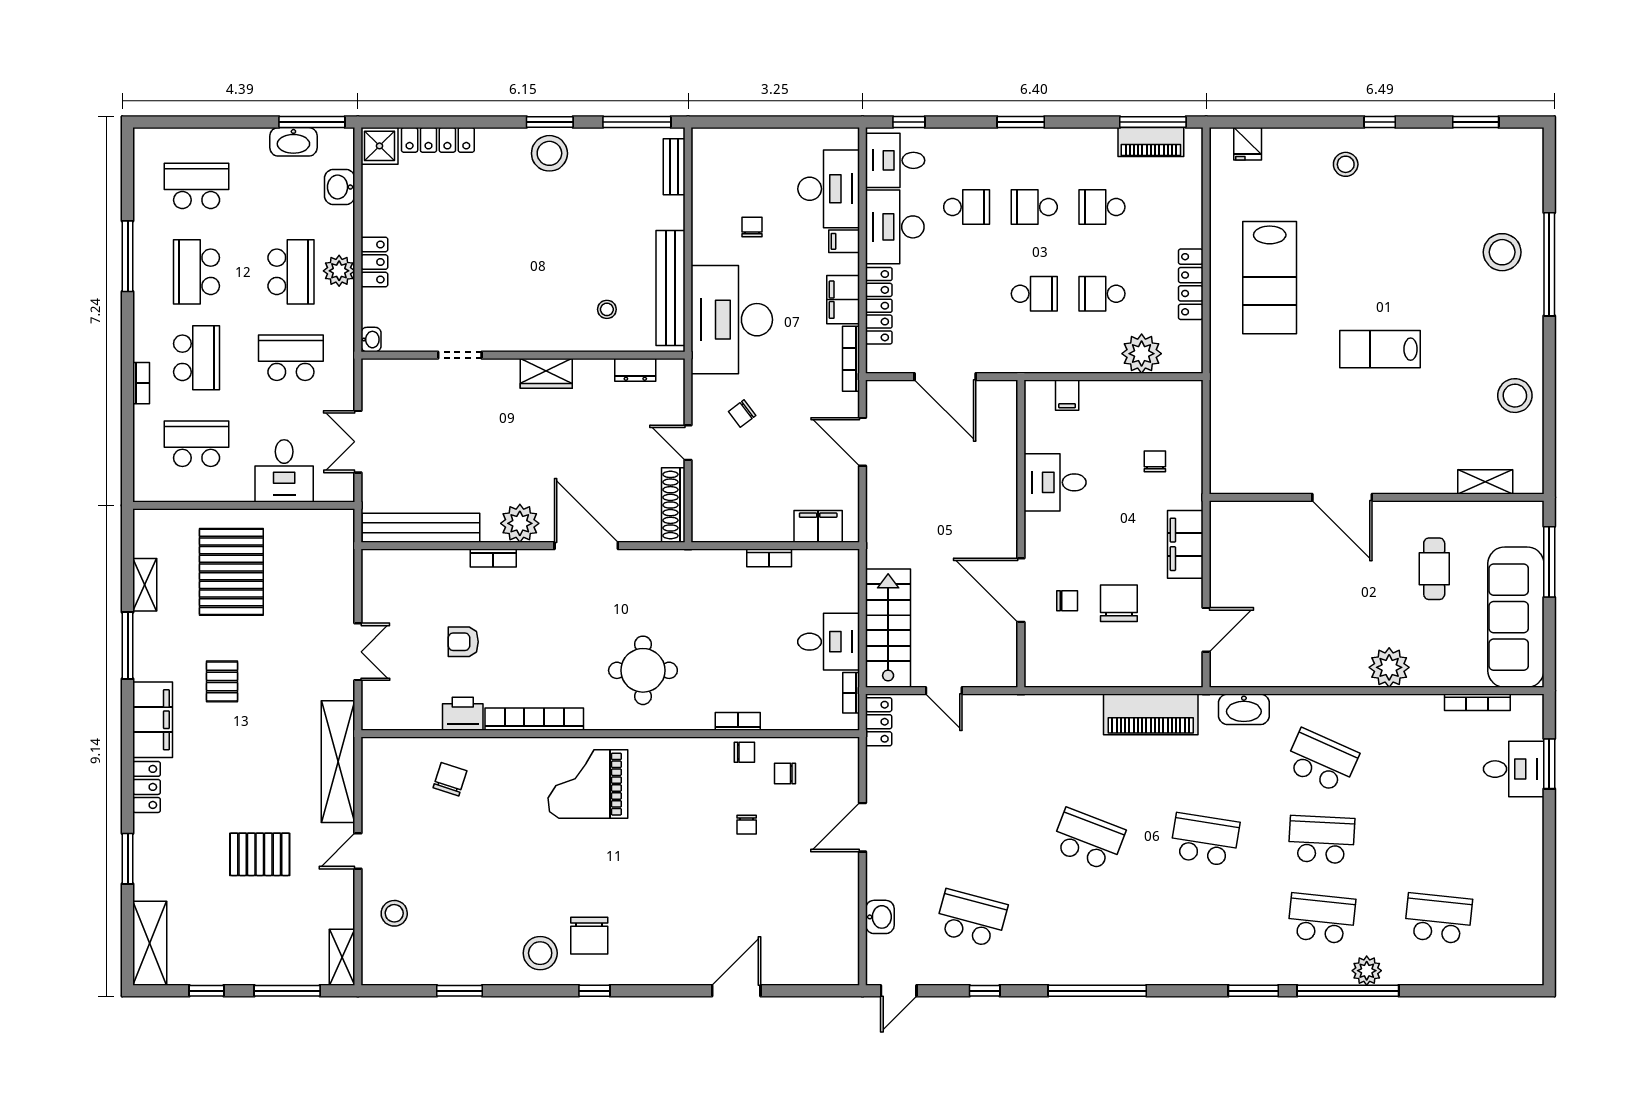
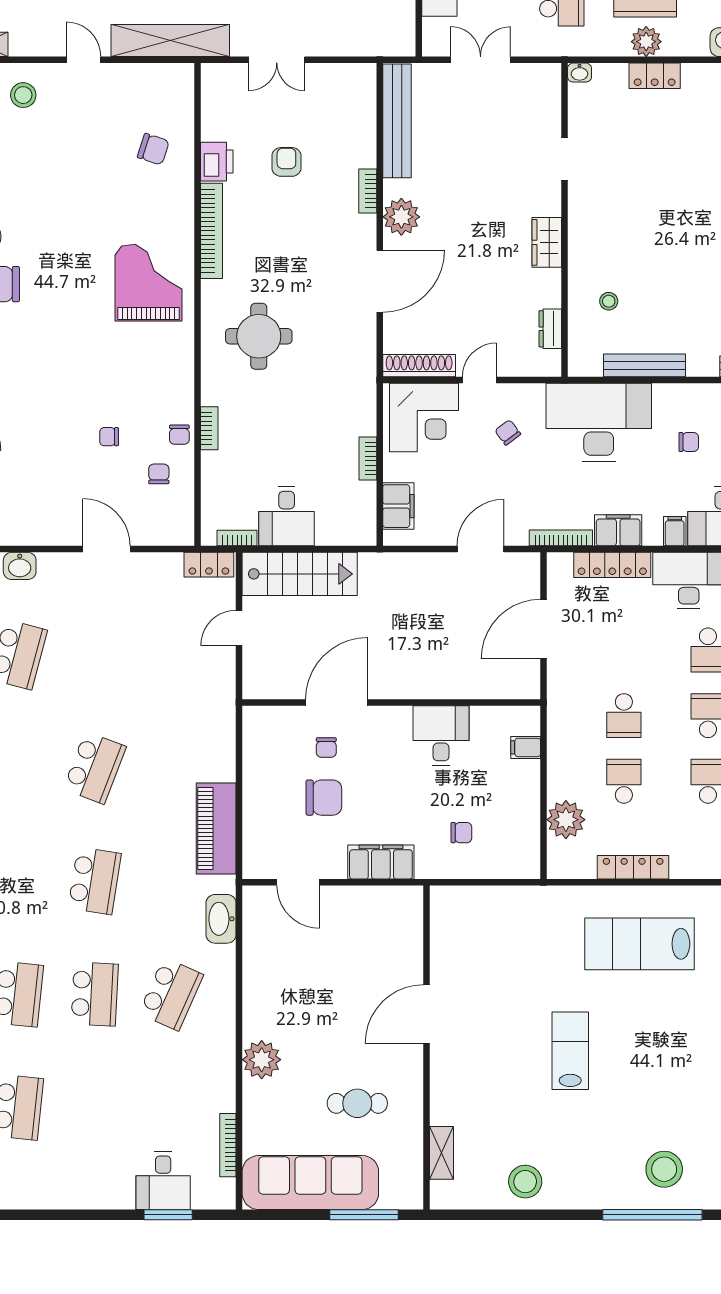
bench: (670, 288) -> (644, 365), width x0.73, depth x0.82
corner desk: (727, 500) -> (424, 417), added

